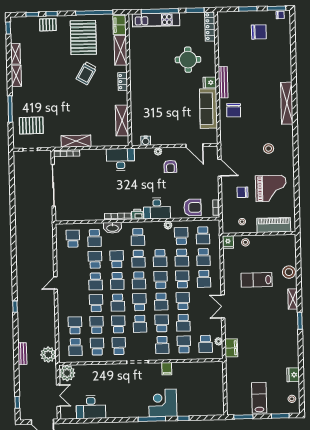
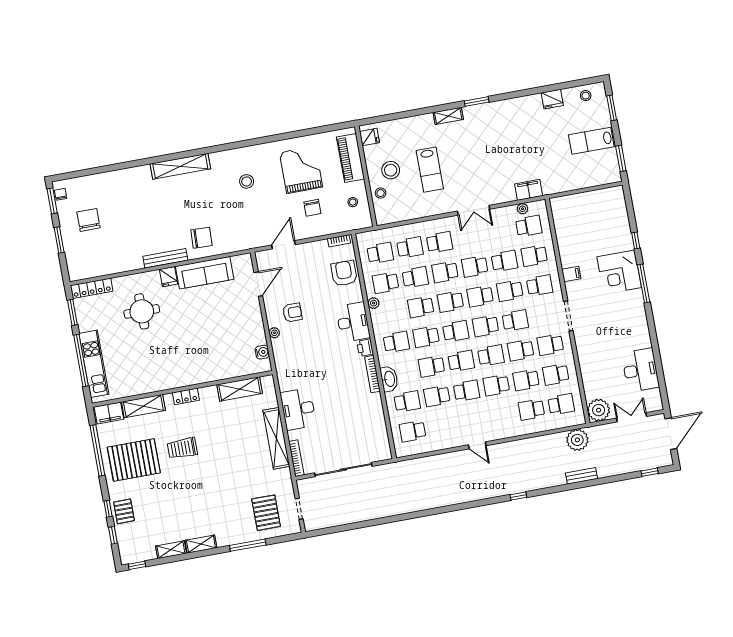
trolley: (86, 73) -> (182, 448), turned 150
shelving: (76, 141) -> (276, 438), width x1.47
desk: (121, 159) -> (298, 409), moved
fridge: (228, 242) -> (369, 137), moved
school desk: (160, 258) -> (421, 307), turned 180
school desk: (138, 259) -> (426, 337), turned 180
stool: (289, 272) -> (391, 170), moved
school desk: (161, 302) -> (480, 296), turned 180

